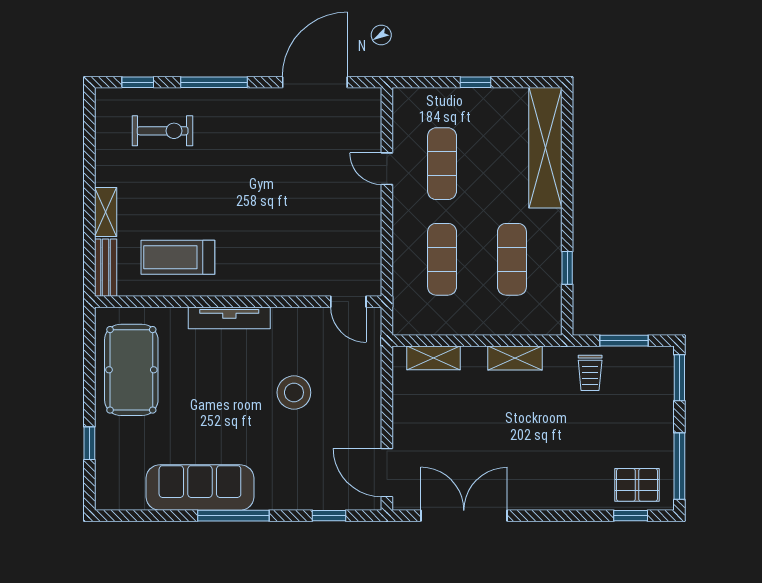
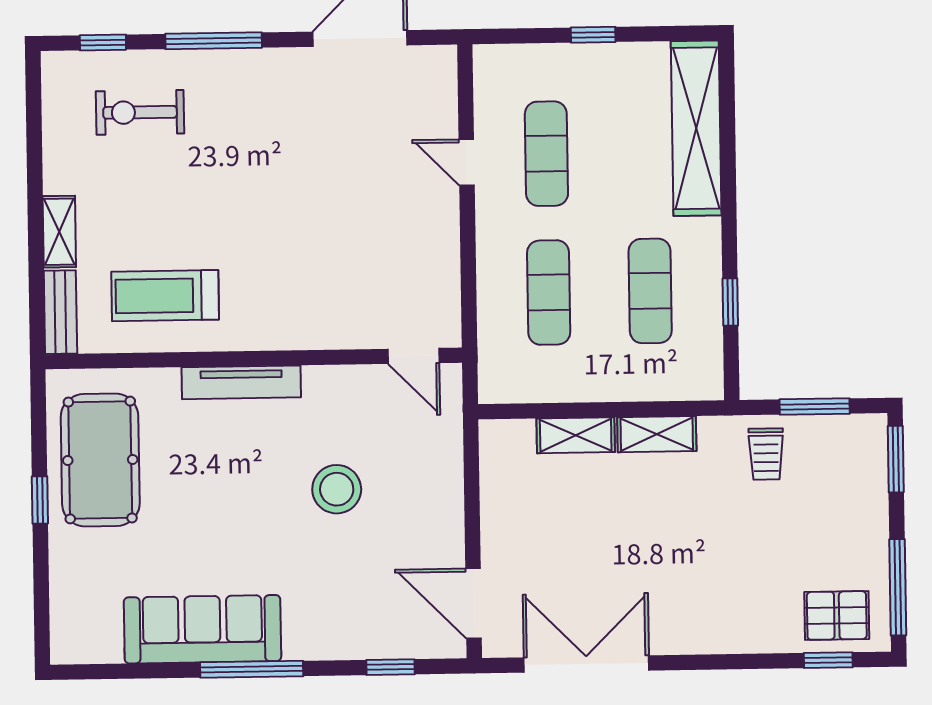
exercise bike: (163, 131) -> (140, 112), turned 180
shelving: (433, 358) -> (576, 435), moved
window: (89, 443) -> (40, 500), moved

